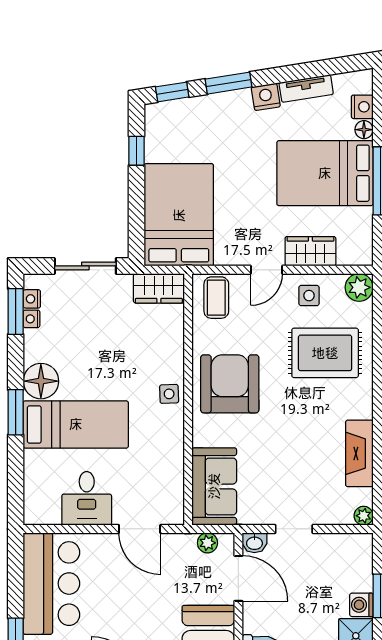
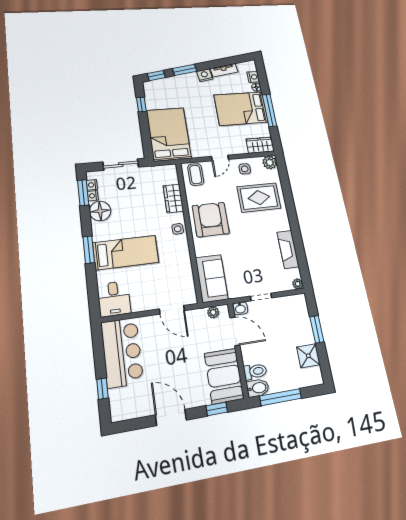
wardrobe: (310, 251) -> (260, 145), moved
wardrobe: (159, 288) -> (173, 198), moved, turned 90
floor lamp: (41, 381) -> (100, 211), moved
desk: (87, 498) -> (114, 299), moved
washing machine: (361, 605) -> (307, 336), removed

